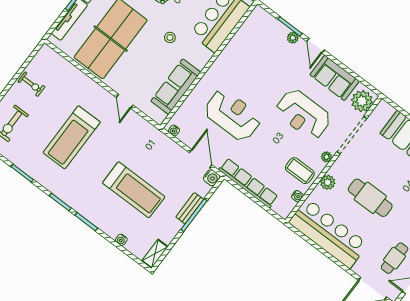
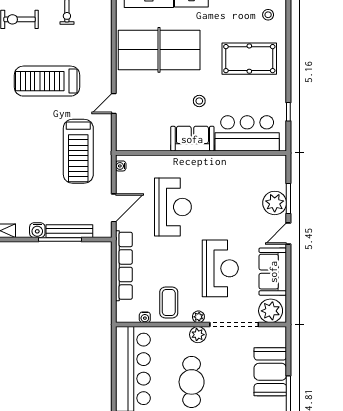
plant: (293, 38) -> (275, 203), width x1.88, depth x1.88
sofa: (176, 87) -> (192, 139), moved, width x0.73
reception desk: (303, 114) -> (220, 268), turned 180
water cooler: (212, 178) -> (37, 230), moved
plant: (328, 182) -> (198, 335), moved
treadmill: (134, 190) -> (78, 151), moved
bench: (190, 208) -> (69, 231), width x1.36

